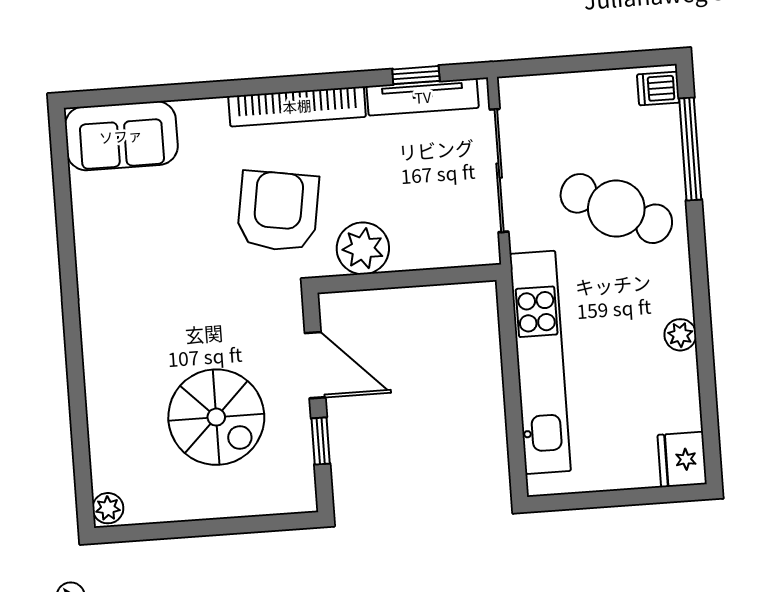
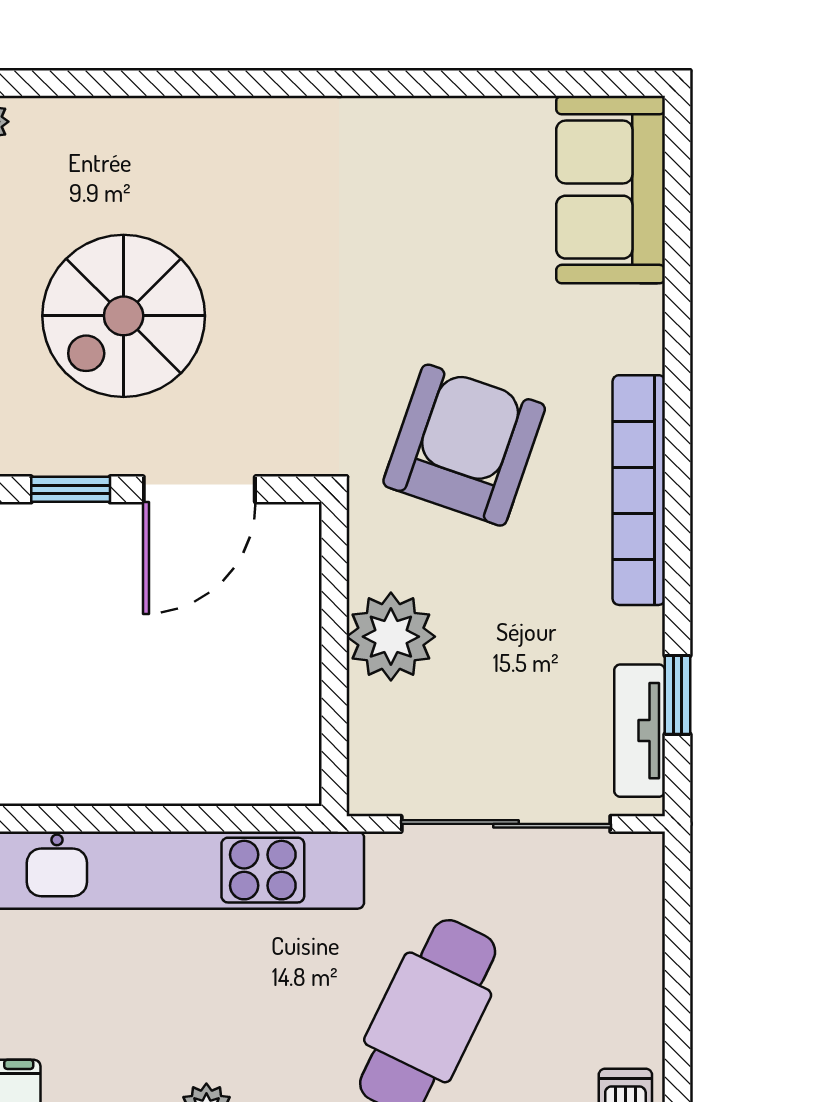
tv unit: (423, 97) -> (640, 731), width x0.71
armchair: (278, 211) -> (464, 445), turned -80
plant: (363, 248) -> (391, 637), moved

